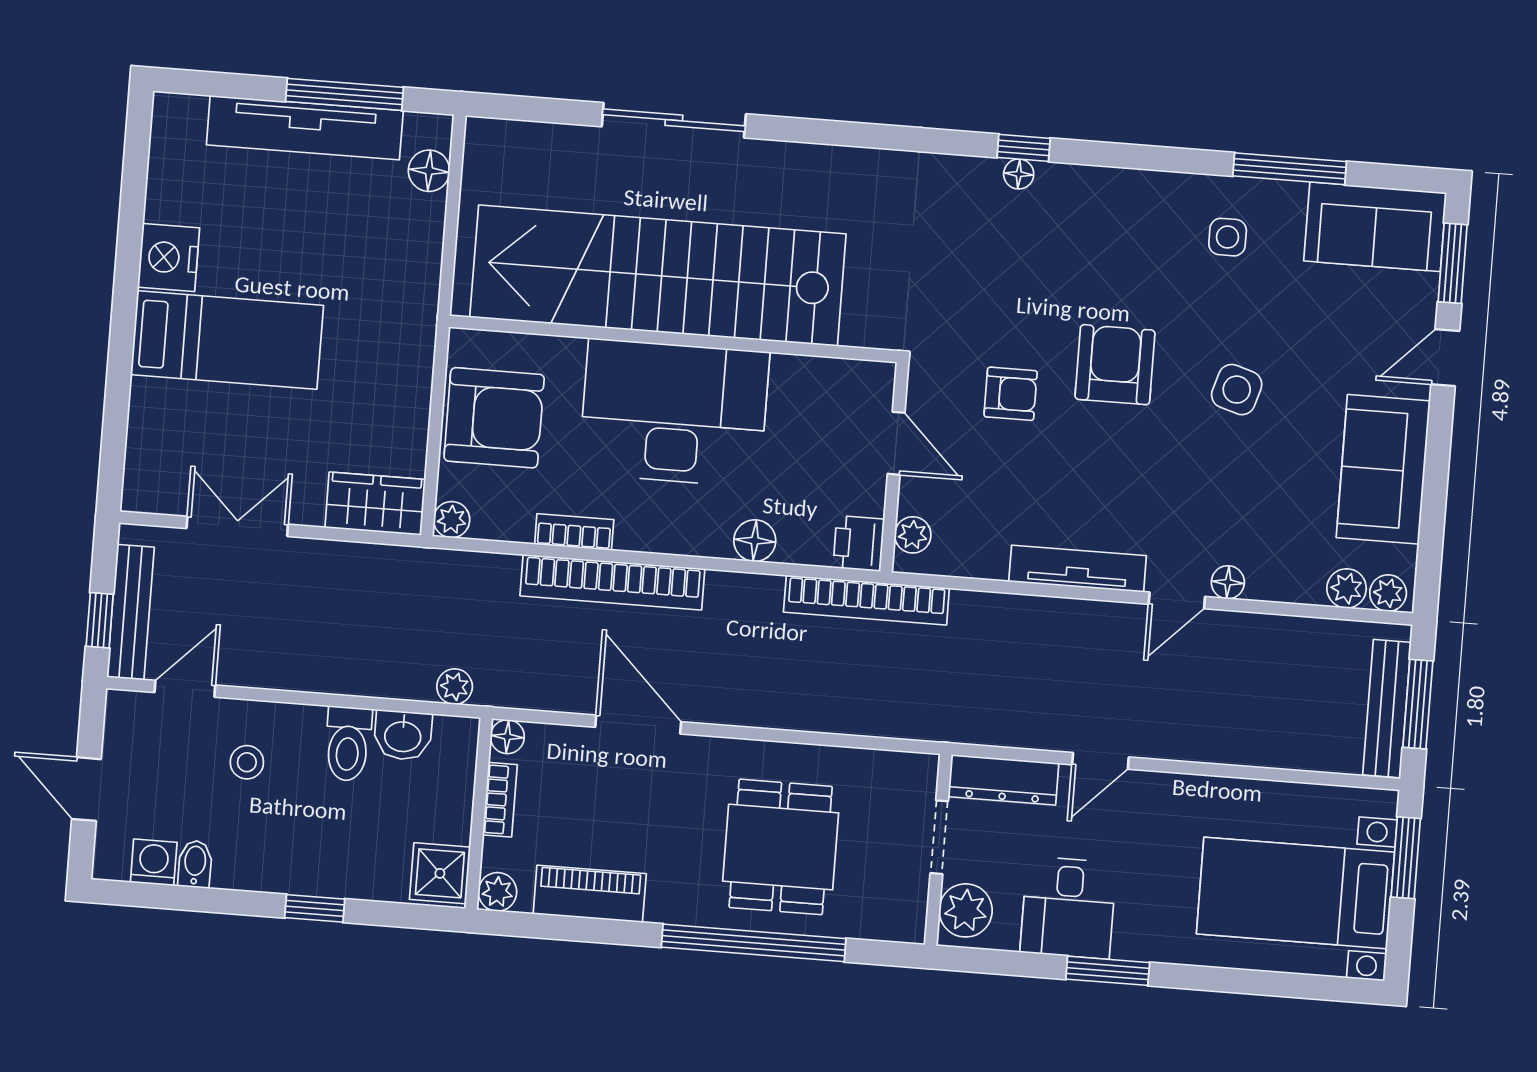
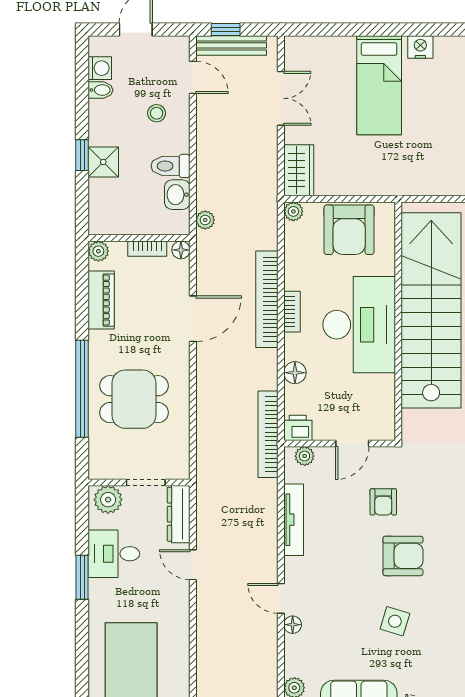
nightstand: (168, 257) -> (420, 47), width x0.74, depth x0.75
bookcase: (574, 532) -> (292, 312), moved
tv unit: (1078, 569) -> (294, 520), moved
shower: (440, 873) -> (103, 162), moved

